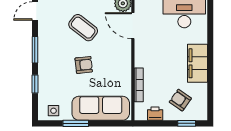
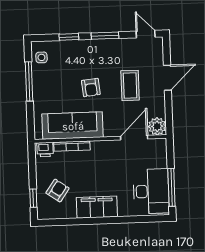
coffee table: (83, 28) -> (130, 85), turned -38
sofa: (101, 108) -> (73, 126), moved, turned -90
printer: (155, 114) -> (45, 150), moved, turned 90
window: (76, 123) -> (29, 81), width x1.44

